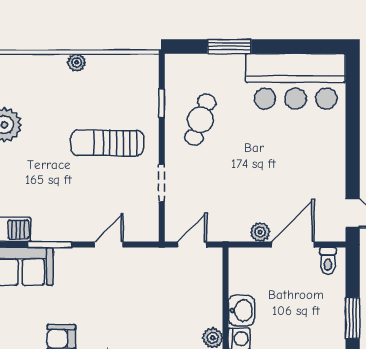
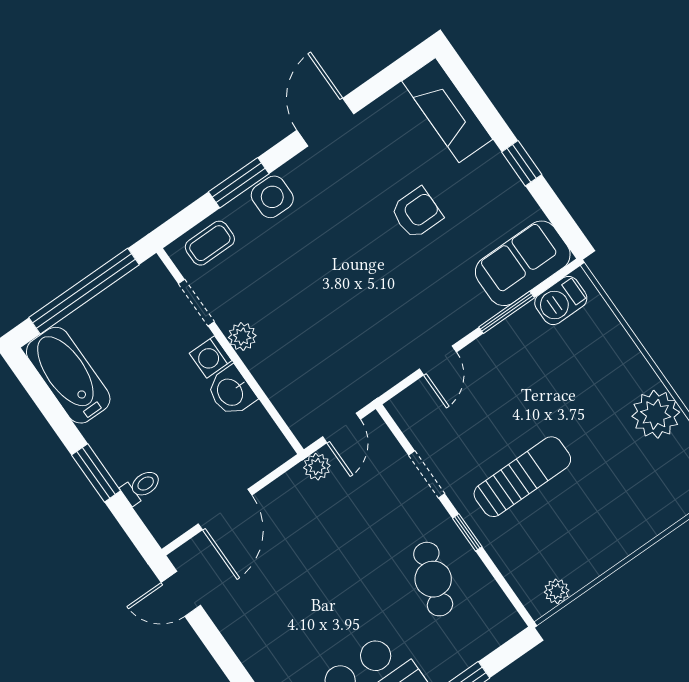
plant: (77, 62) -> (557, 591), moved
window: (162, 104) -> (467, 532), moved
plant: (260, 232) -> (317, 467), moved
toilet: (328, 261) -> (141, 487), moved, turned 90

